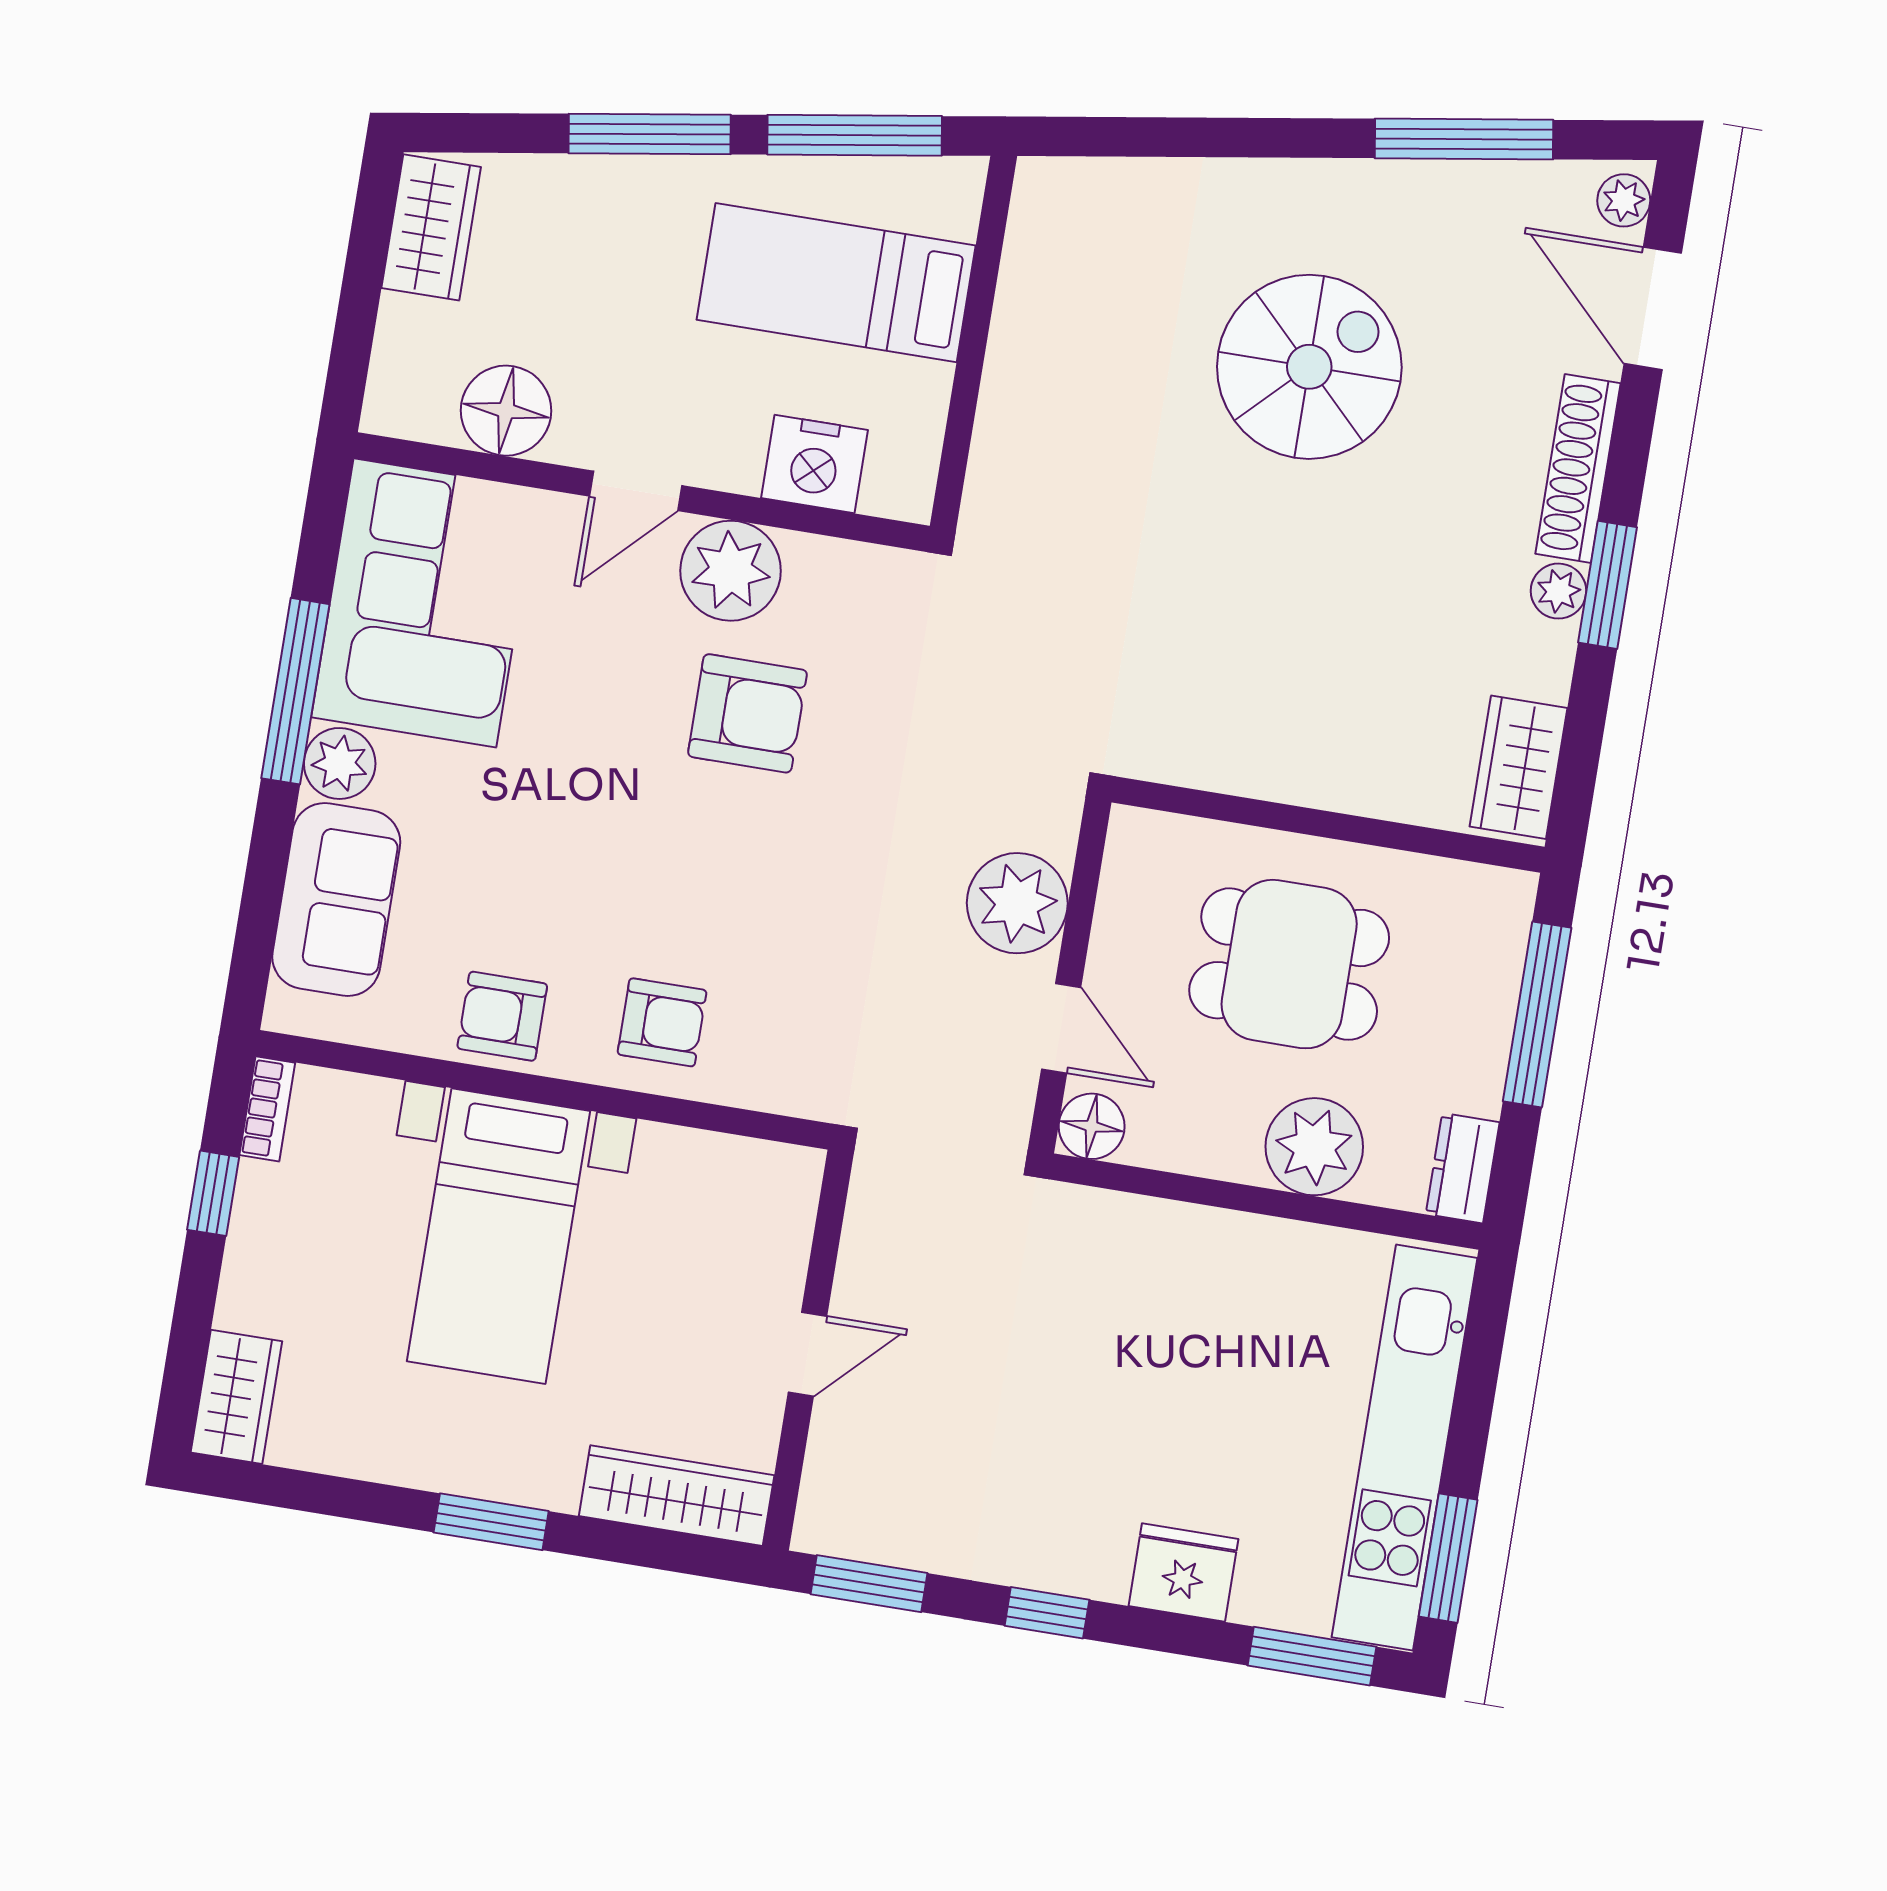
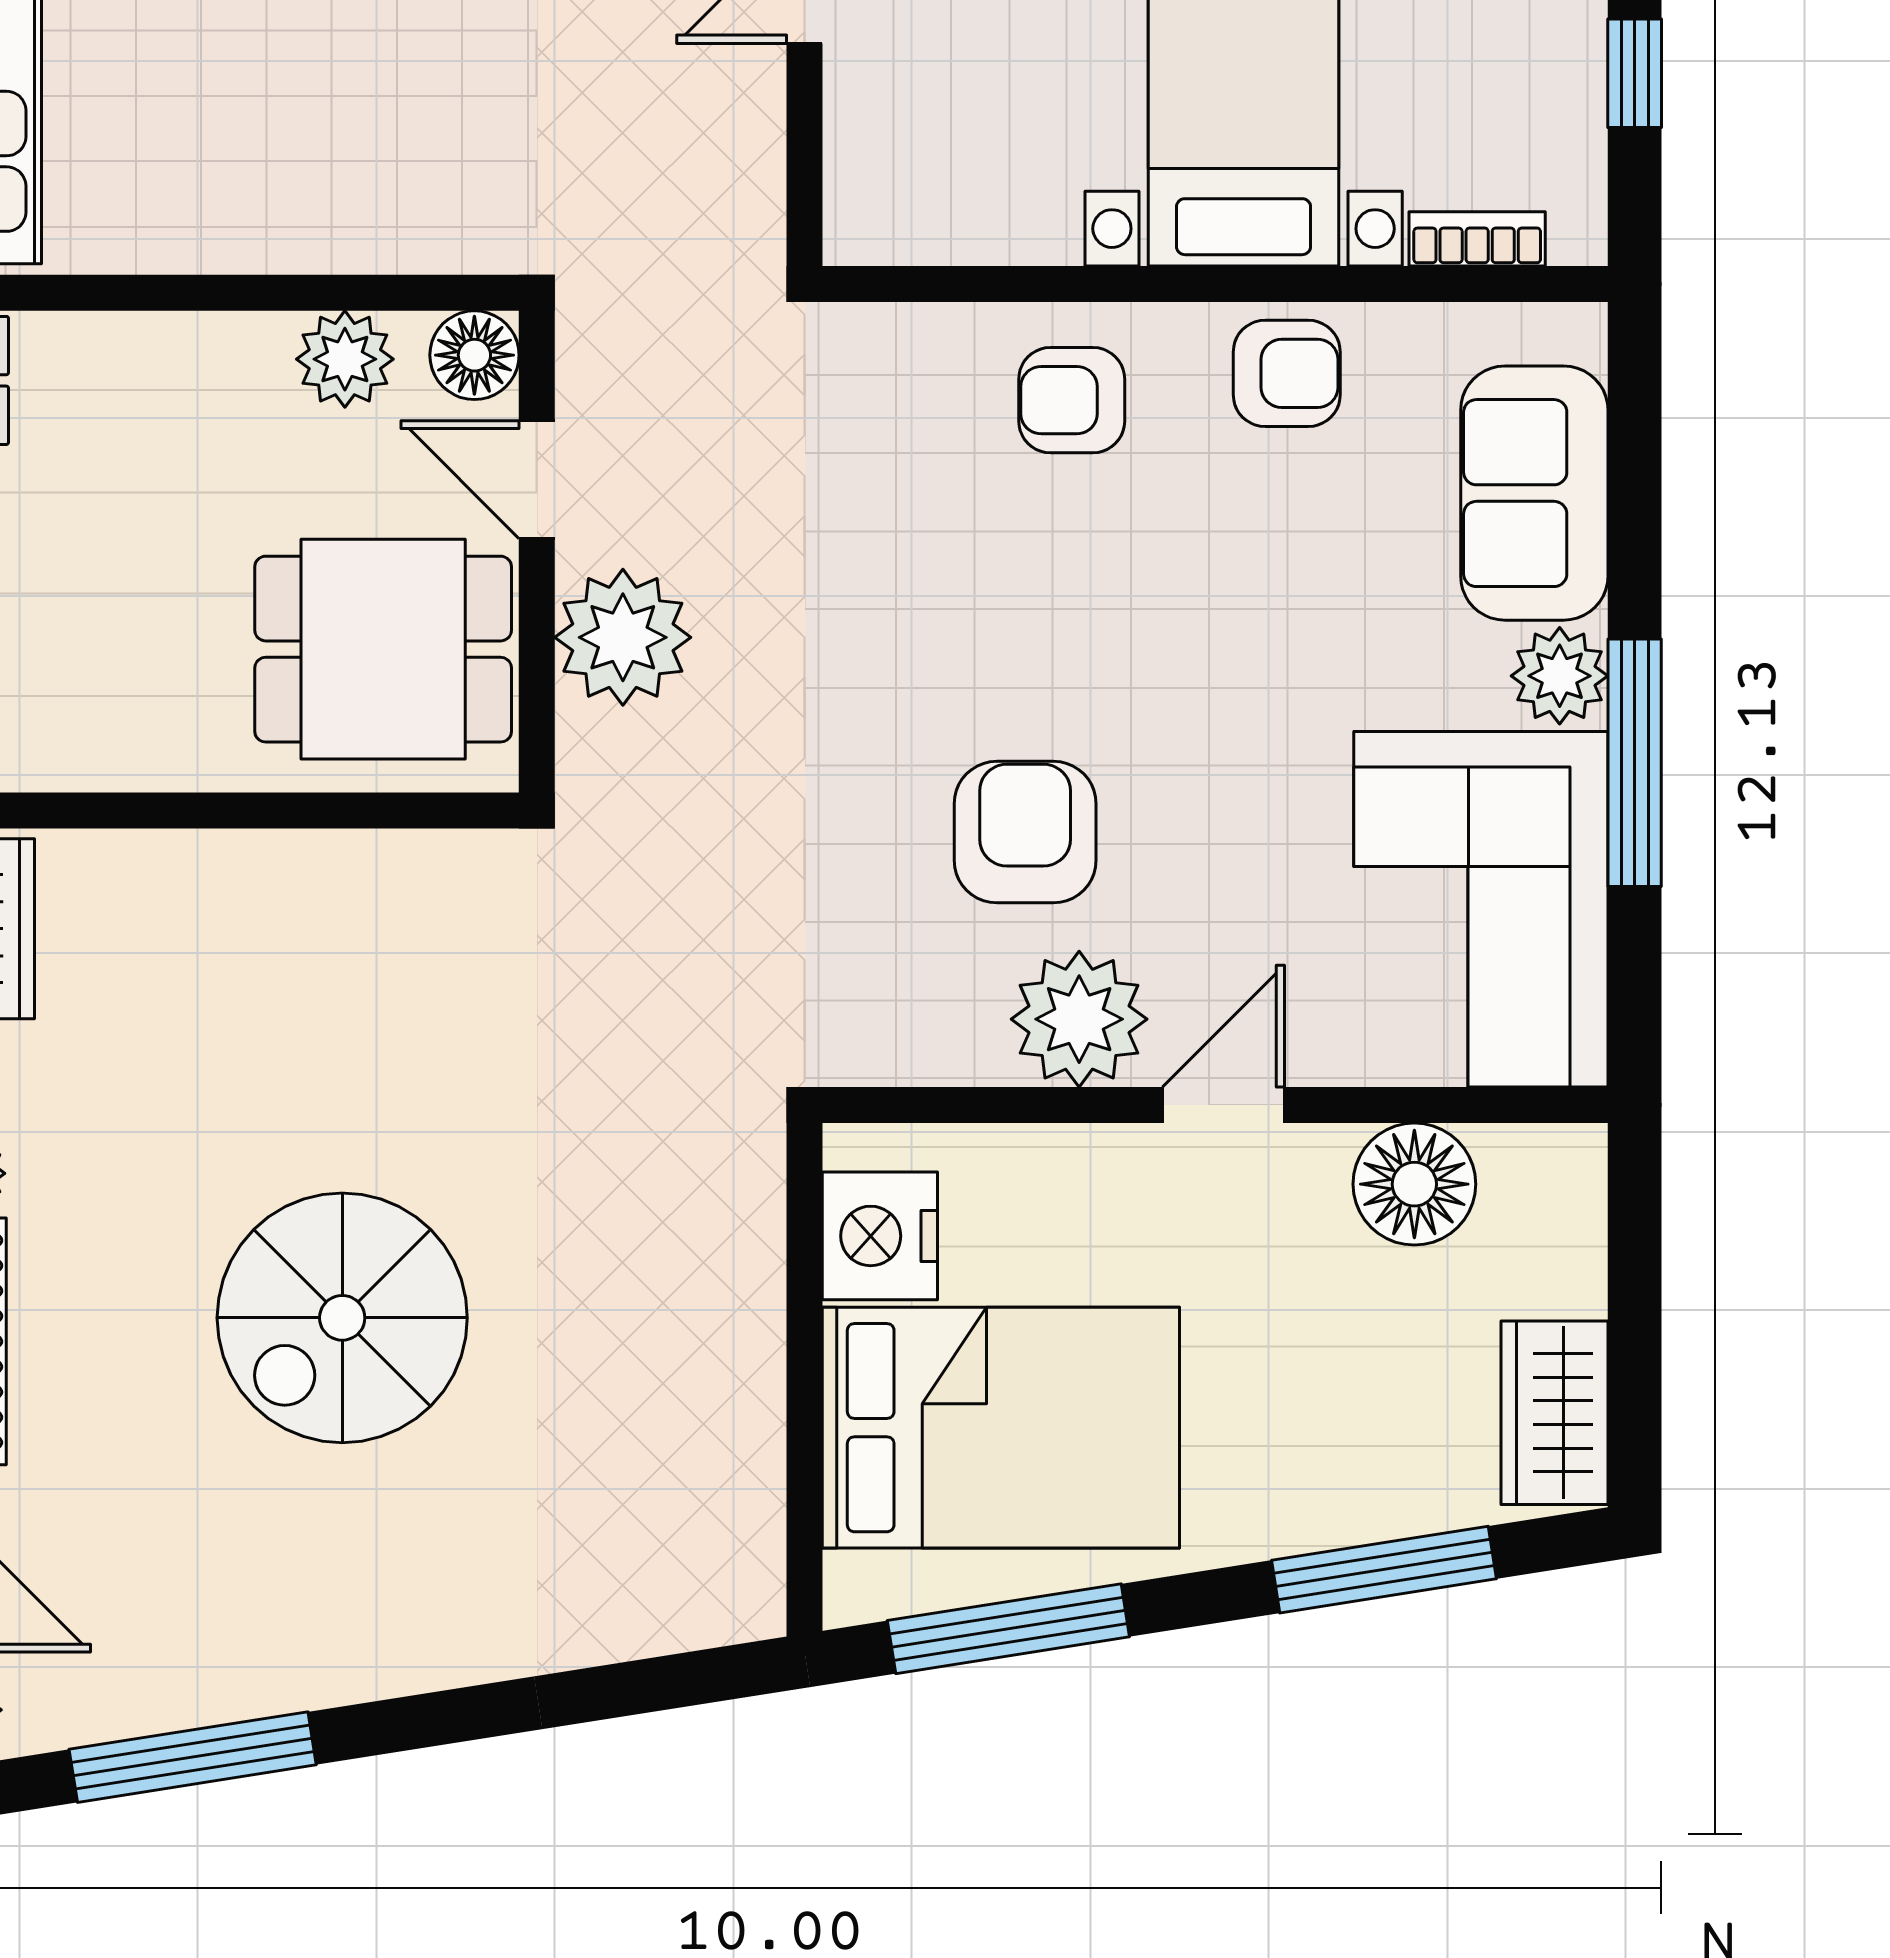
window: (650, 134) -> (1384, 1570), moved
bed: (836, 283) -> (1001, 1428), width x1.50
spiral stairs: (1309, 367) -> (342, 1318), moved
nightstand: (815, 464) -> (880, 1236), moved, turned -90
armchair: (747, 713) -> (1025, 832), turned 90
dining table: (1289, 964) -> (383, 649), moved
bookcase: (267, 1109) -> (1477, 239), moved, turned 90
plant: (1314, 1147) -> (345, 359), moved, width x0.73, depth x0.73

